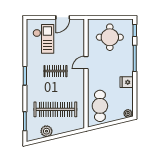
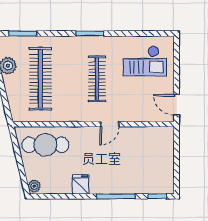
door: (63, 17) -> (177, 105), moved
round table: (110, 37) -> (147, 159), removed
door: (86, 63) -> (110, 124), swing flipped
clothes rail: (55, 71) -> (97, 79), width x1.36

